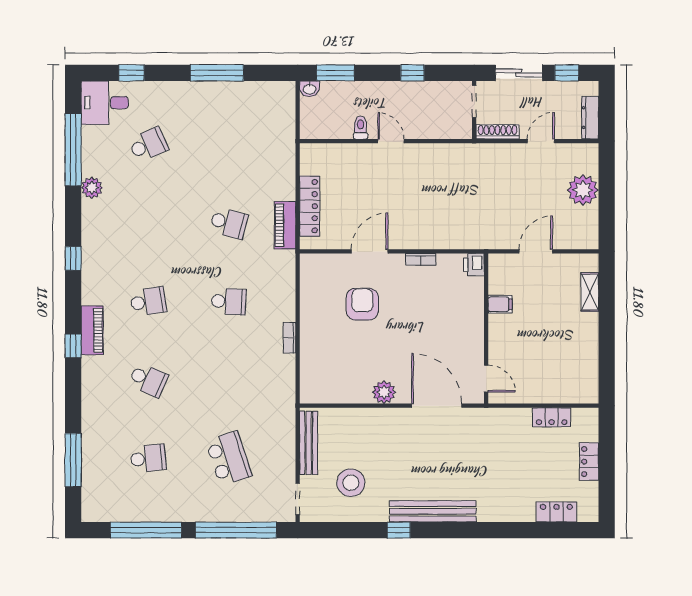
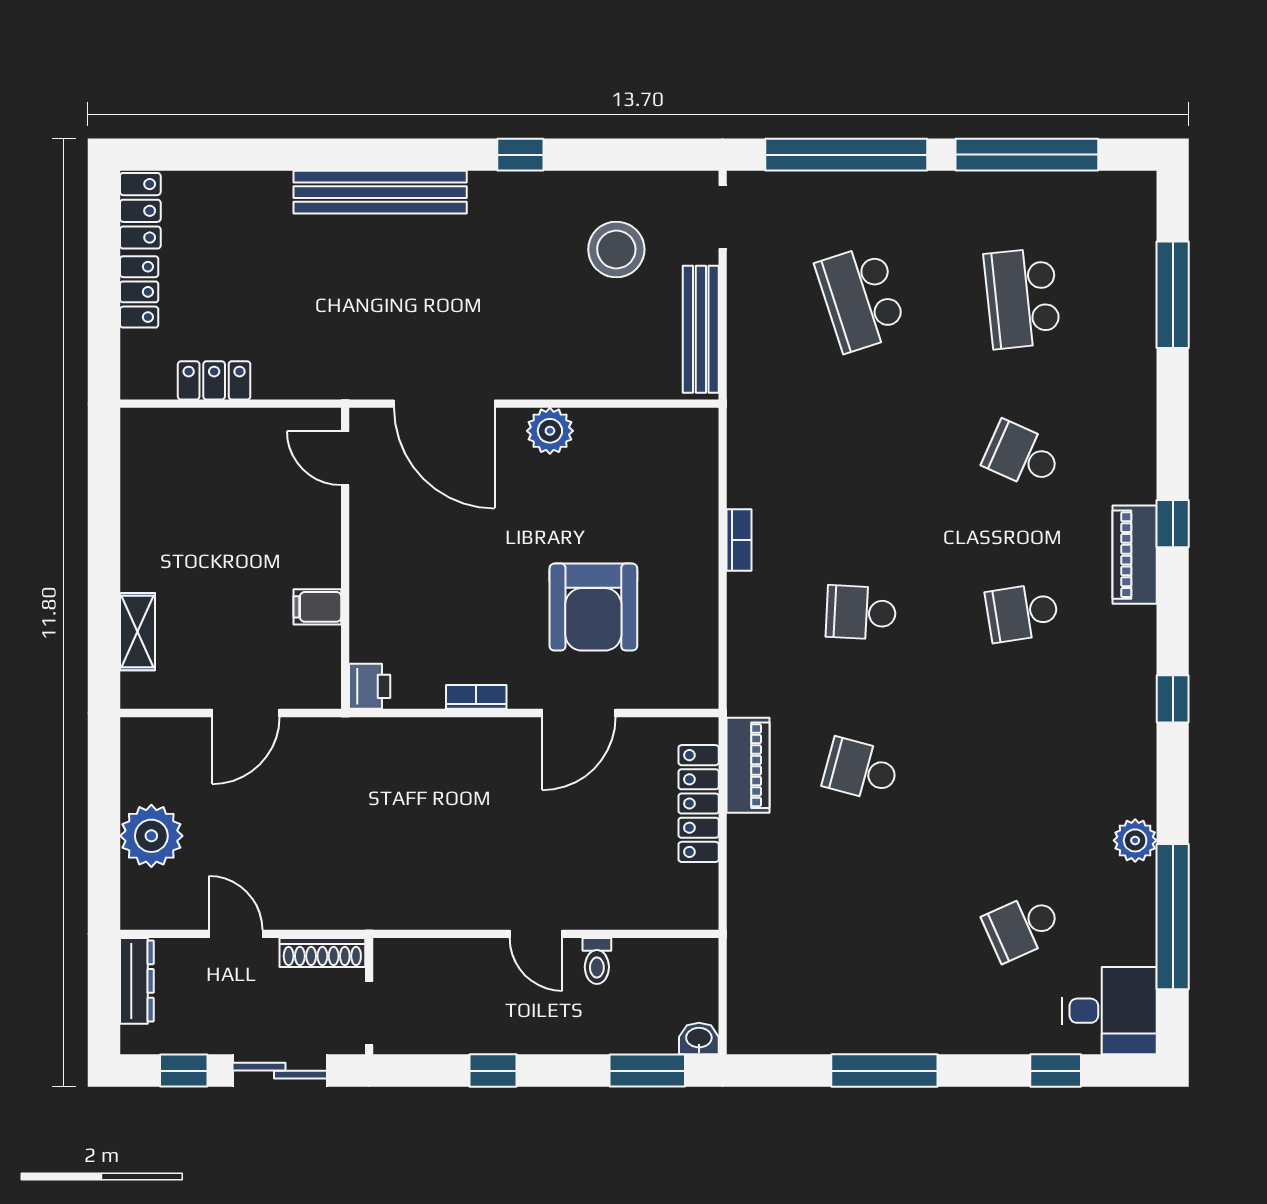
door: (541, 141) -> (236, 934), swing flipped
armchair: (362, 304) -> (593, 607), width x1.36, depth x1.36
school desk: (148, 458) -> (1022, 298), width x1.85
bench: (433, 511) -> (380, 192), moved
locker: (556, 512) -> (140, 211), moved, turned -90

